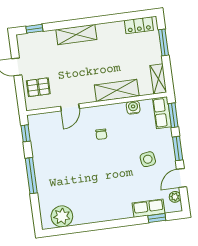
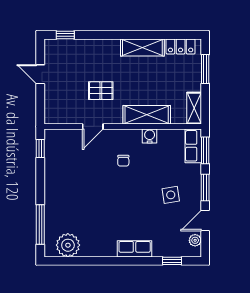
shelving: (76, 35) -> (142, 47), moved
pallet: (38, 87) -> (101, 91), moved
water cooler: (133, 107) -> (150, 136), moved
window: (31, 176) -> (40, 224), moved
row of seats: (148, 208) -> (135, 249), moved

